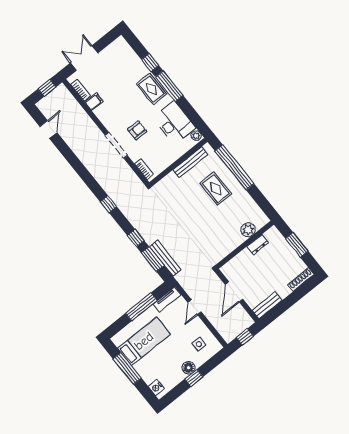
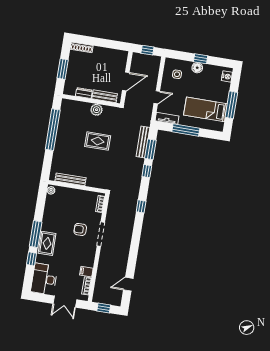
desk: (174, 123) -> (44, 279), moved
window: (234, 167) -> (53, 130), moved
rug: (216, 189) -> (98, 141), moved, turned 90
plant: (248, 230) -> (97, 110), moved
bench: (267, 305) -> (105, 96), moved

